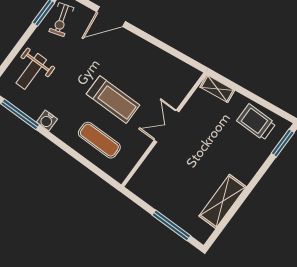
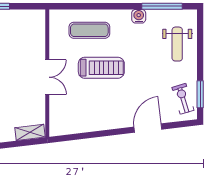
weight bench: (31, 71) -> (177, 44), turned 180
treadmill: (113, 100) -> (101, 68), turned 180

